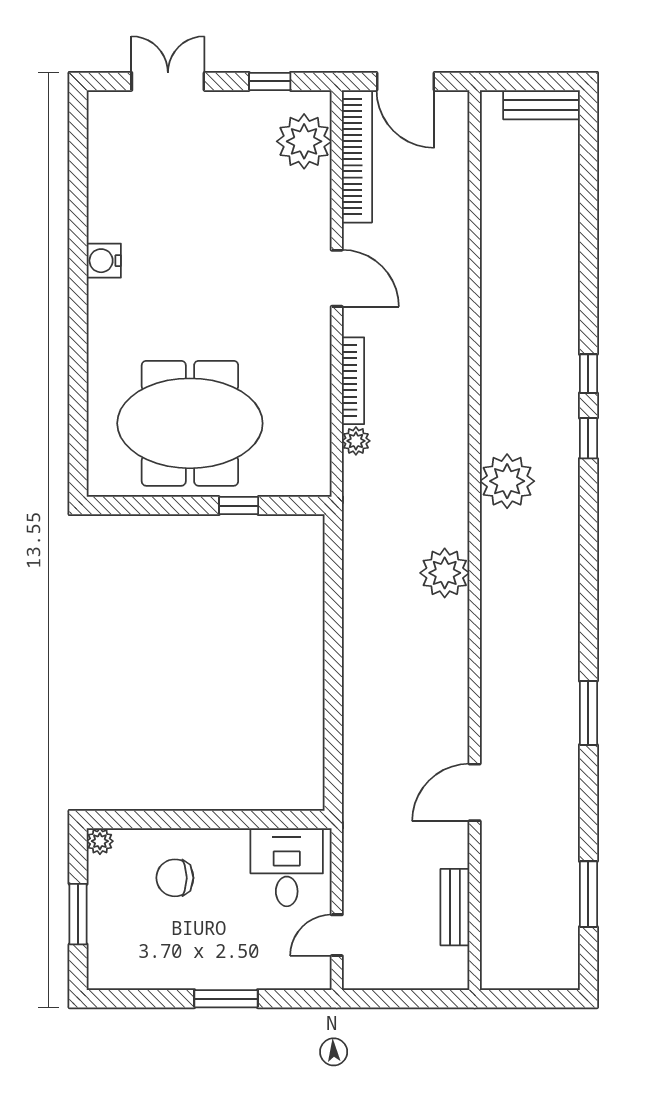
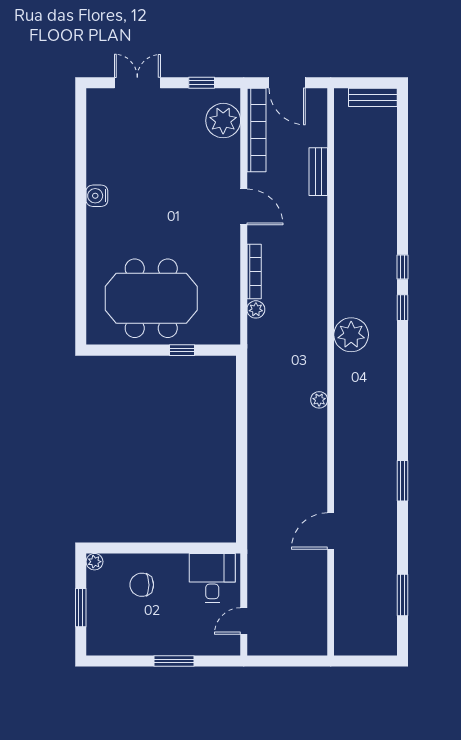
plant: (445, 573) -> (319, 400), width x0.53, depth x0.53
bench: (455, 907) -> (318, 172), moved

